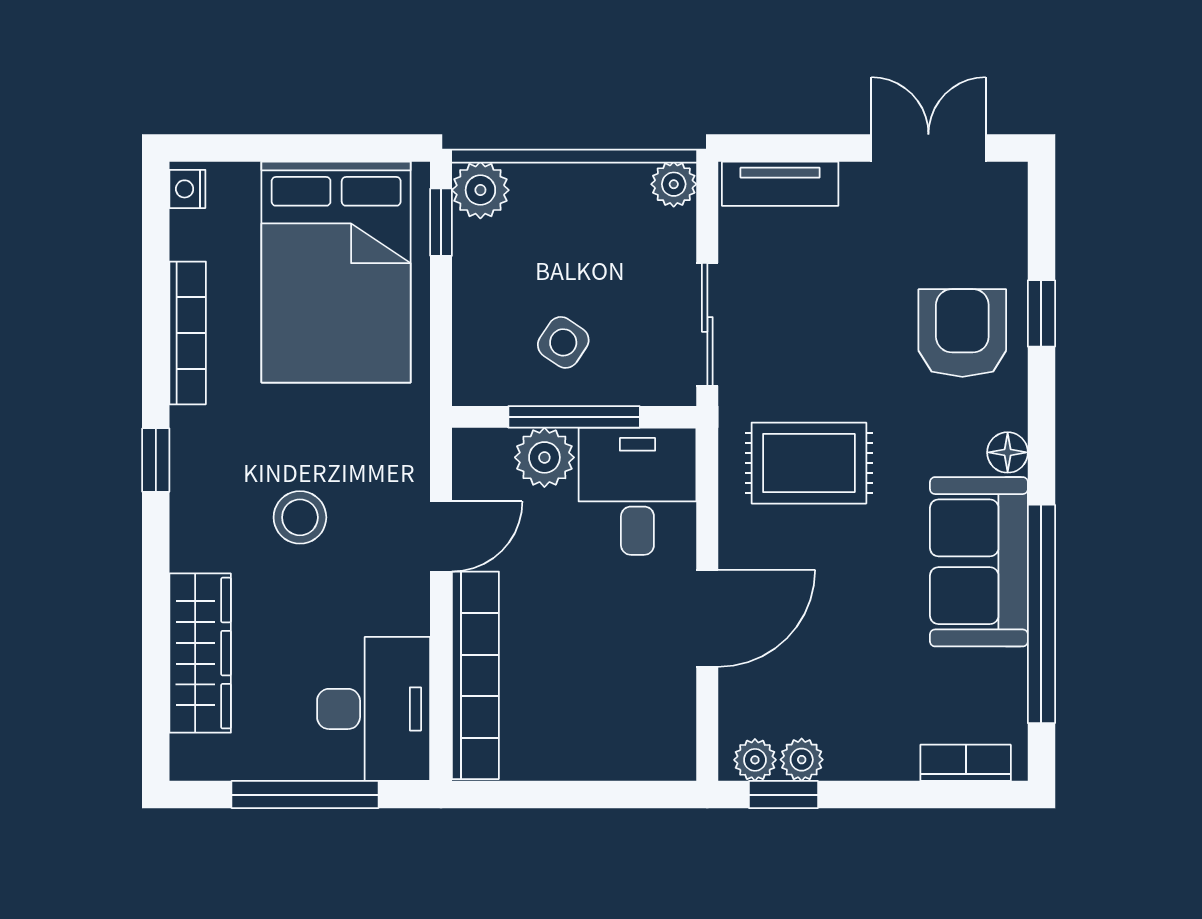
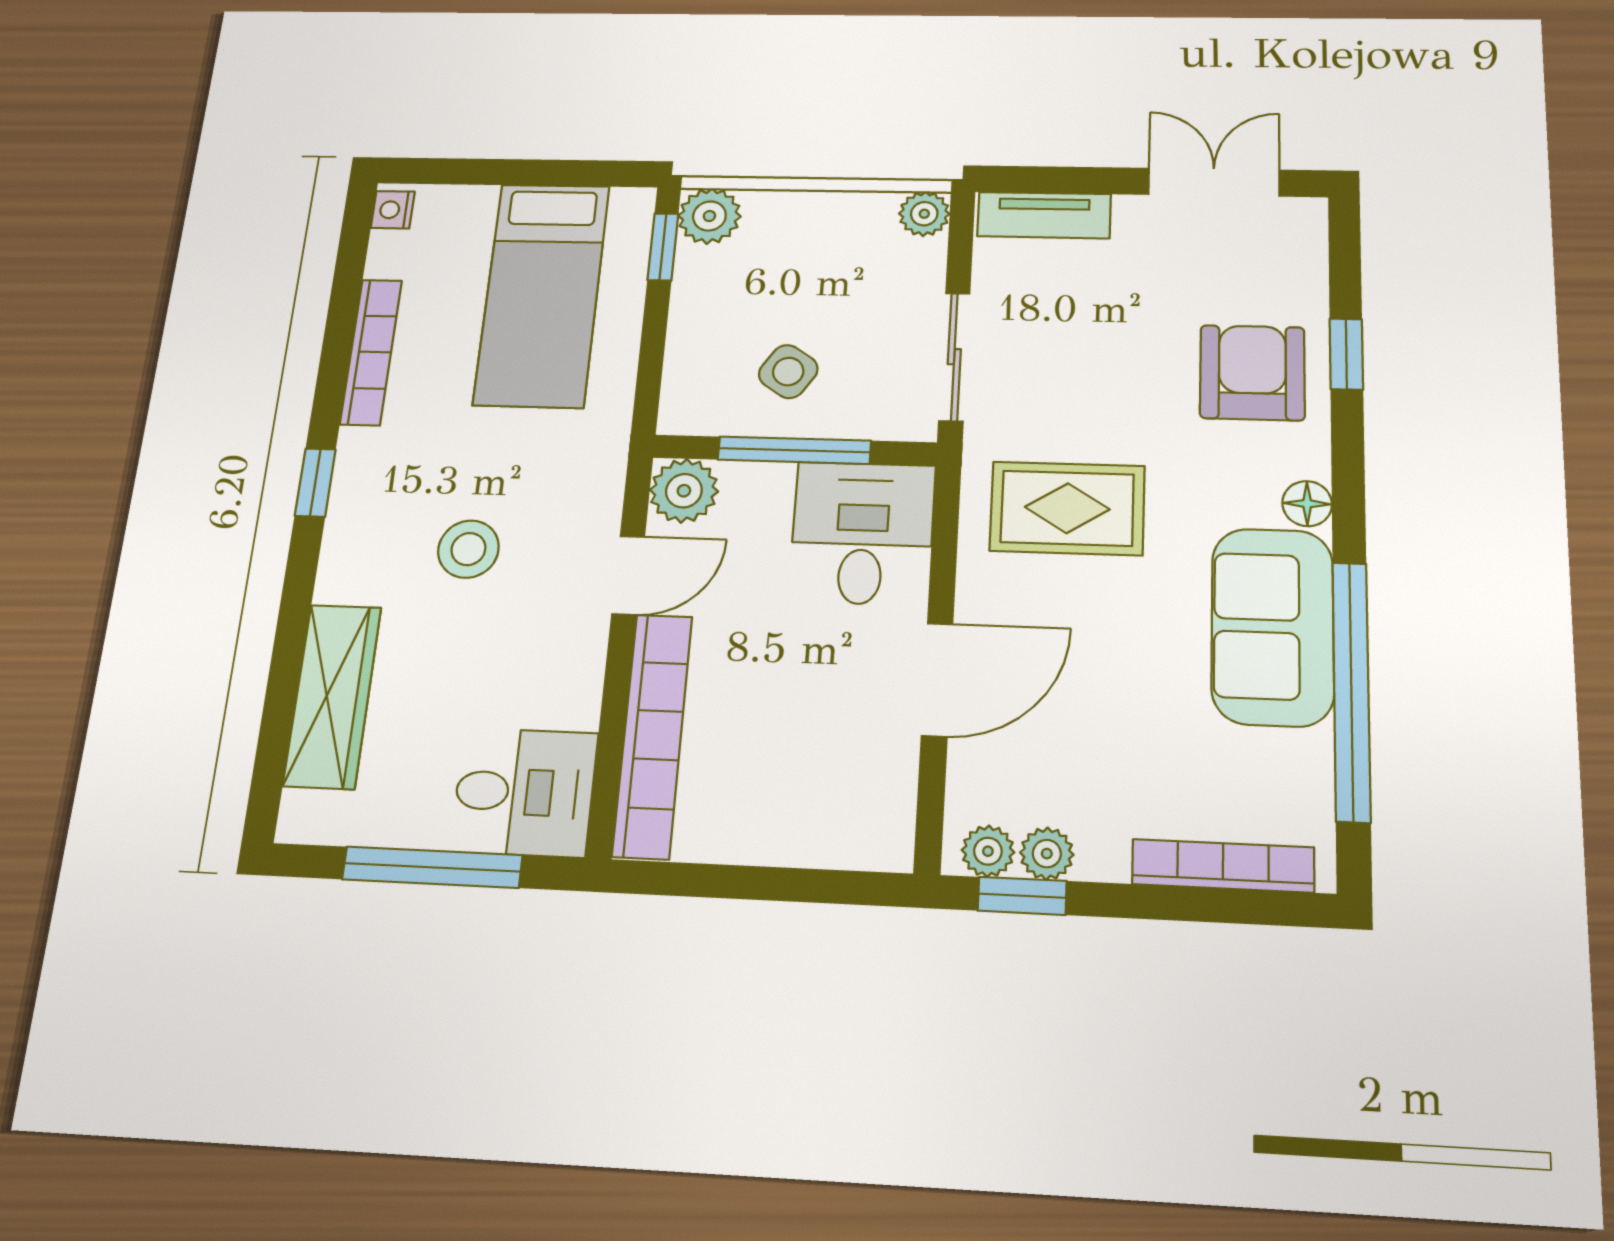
bed: (336, 272) -> (542, 294), width x0.67
plant: (544, 457) -> (684, 491), moved
desk: (374, 709) -> (524, 792), width x0.73
bookcase: (966, 763) -> (1223, 866), width x1.56

